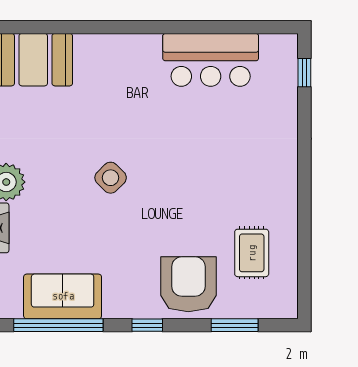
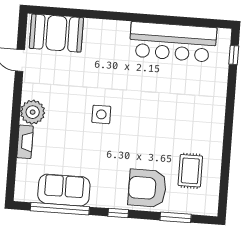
bar counter: (211, 60) -> (173, 42), width x1.36
side table: (111, 178) -> (101, 114), turned 45
armchair: (188, 284) -> (147, 188), turned -90

